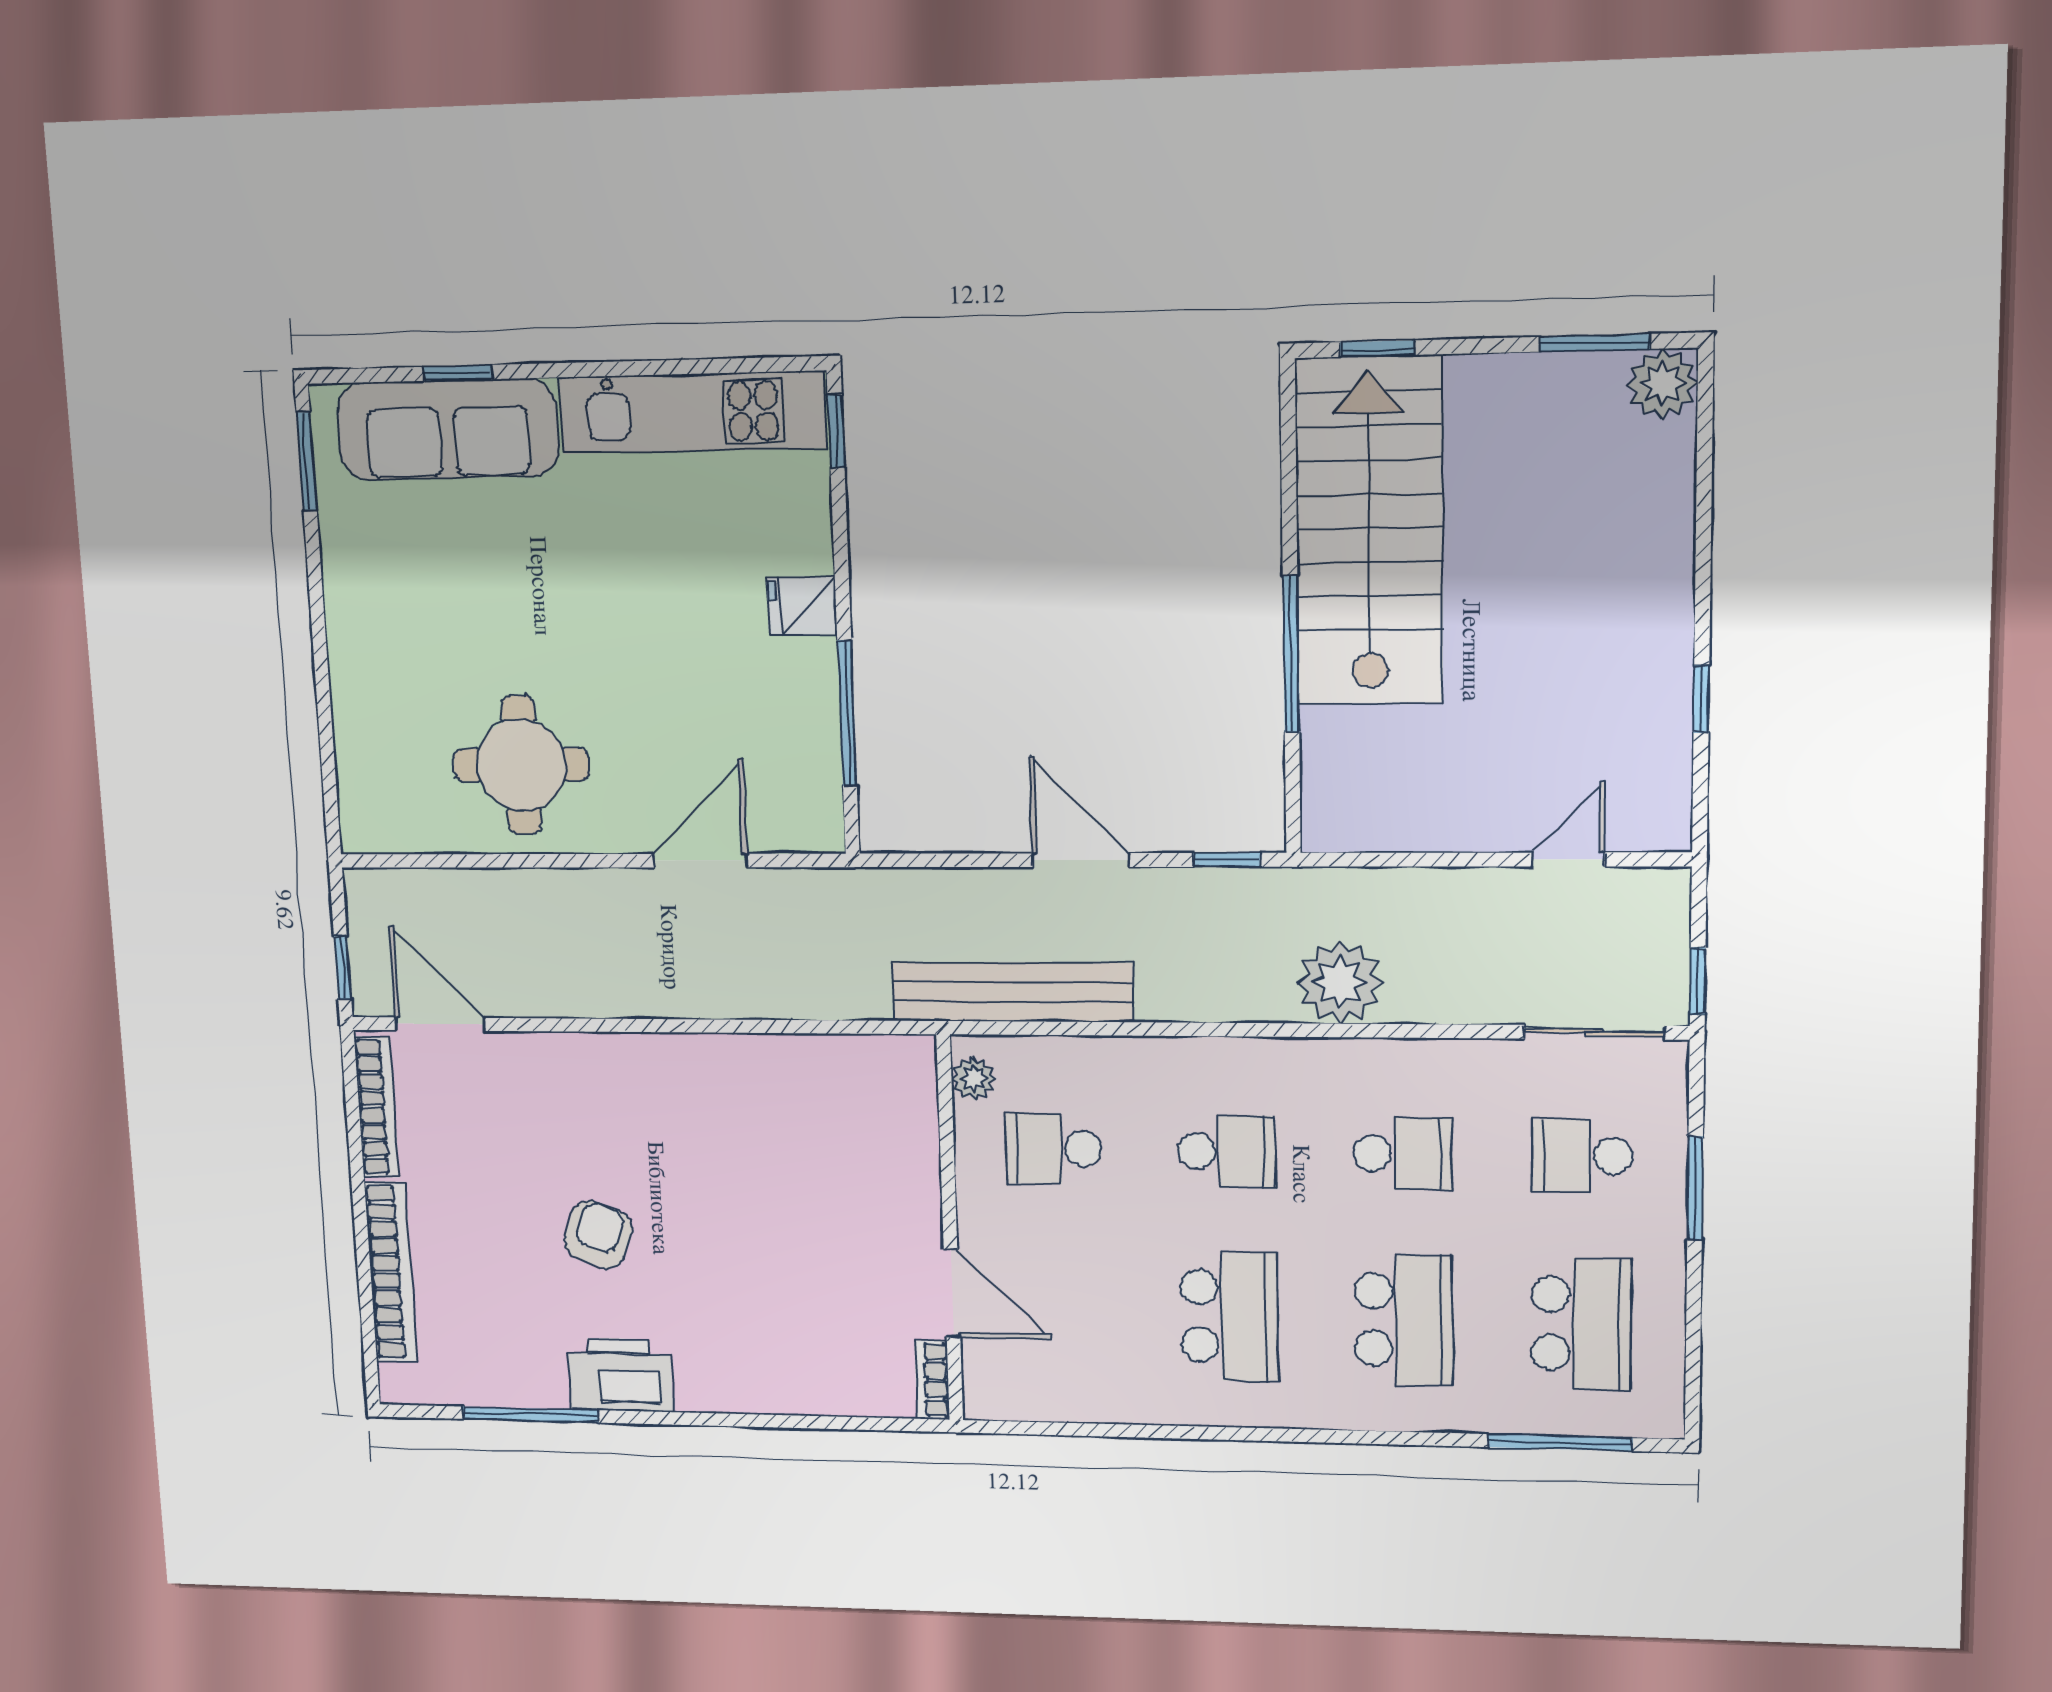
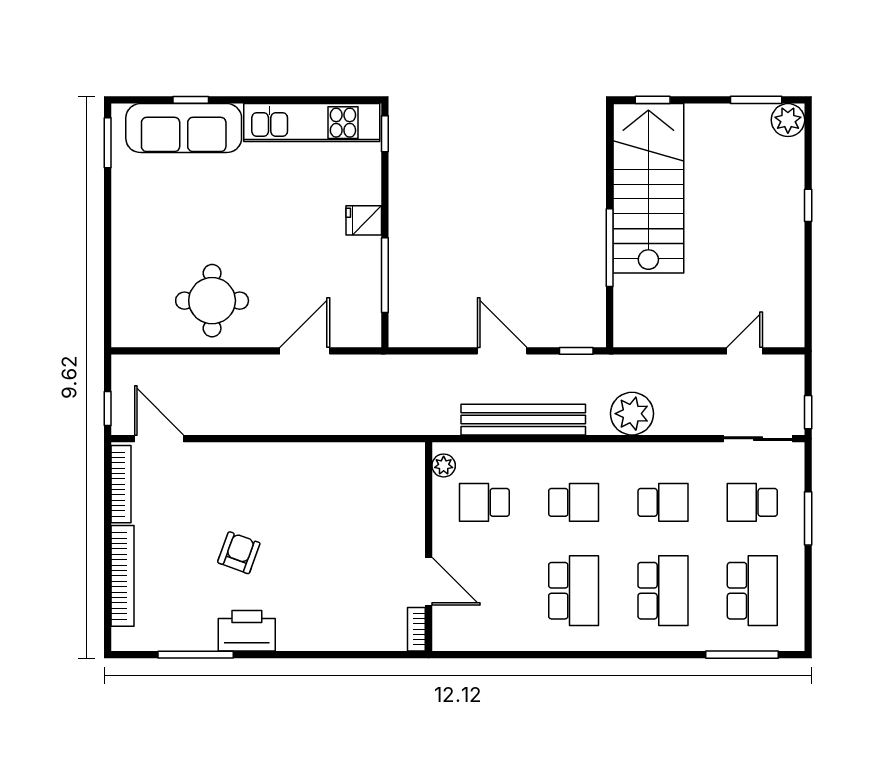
window: (1701, 699) -> (808, 205), moved
bench: (1012, 992) -> (523, 420), moved

